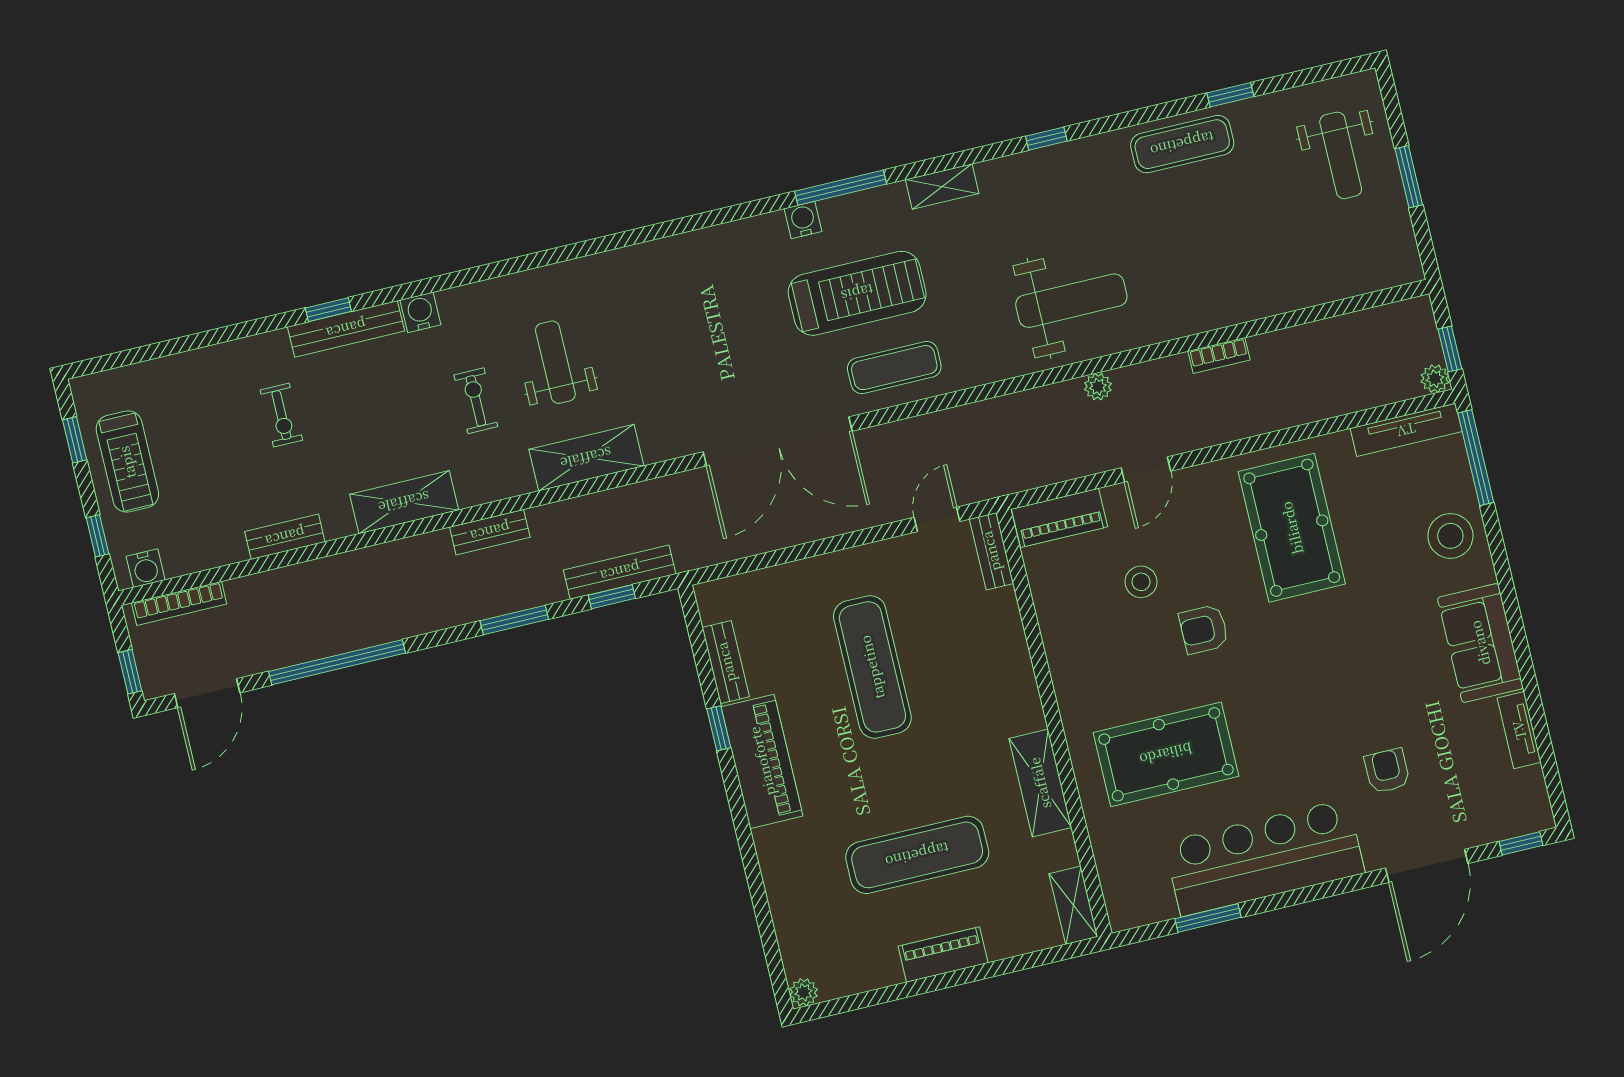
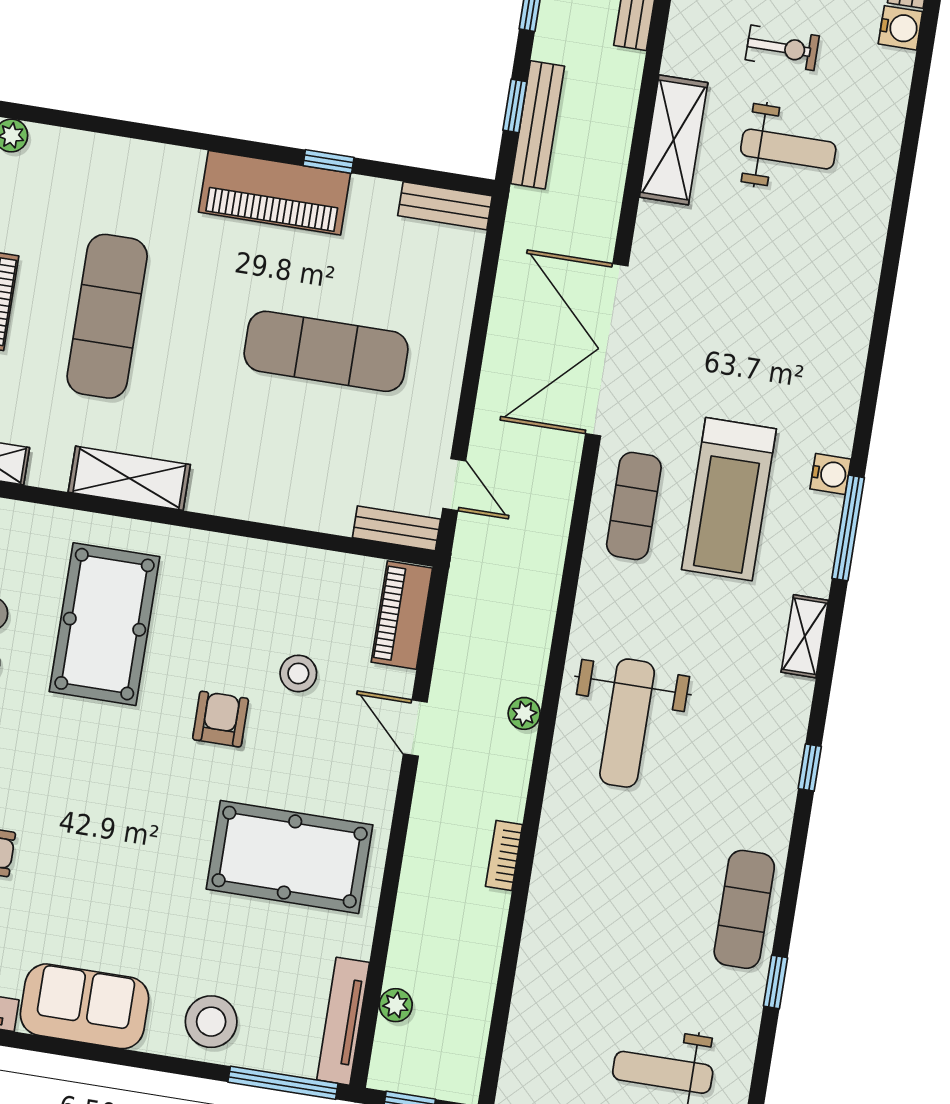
plant: (1435, 379) -> (396, 1005), moved
bench: (726, 662) -> (445, 206), moved

